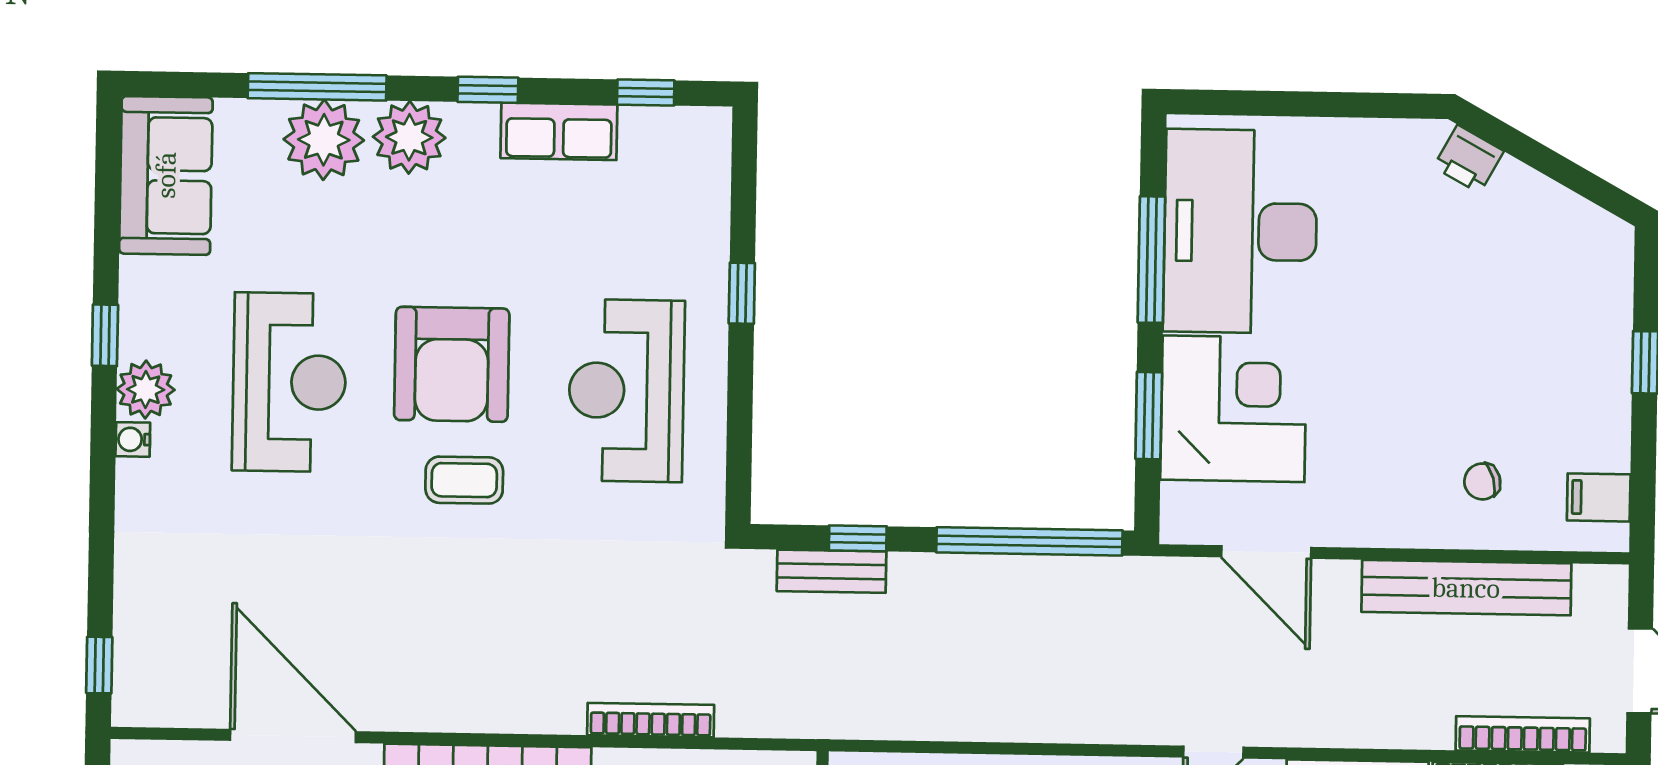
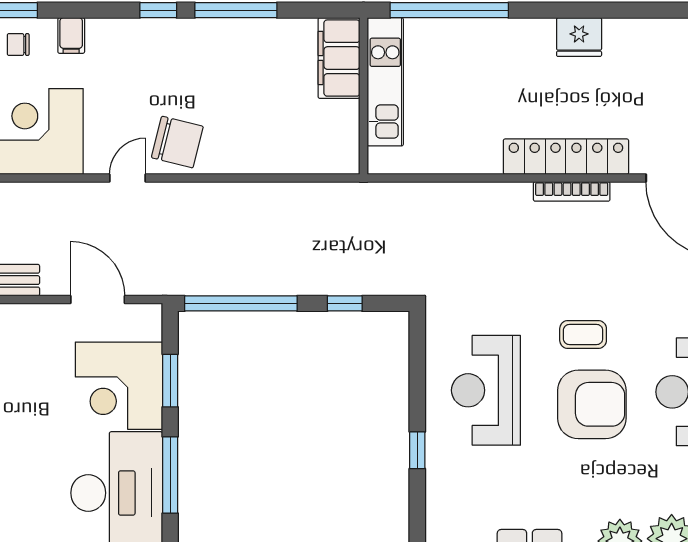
armchair: (452, 364) -> (592, 404), turned 90
reception desk: (626, 391) -> (486, 390), turned 180
bench: (831, 571) -> (360, 283), removed
bookcase: (651, 720) -> (572, 191), moved

